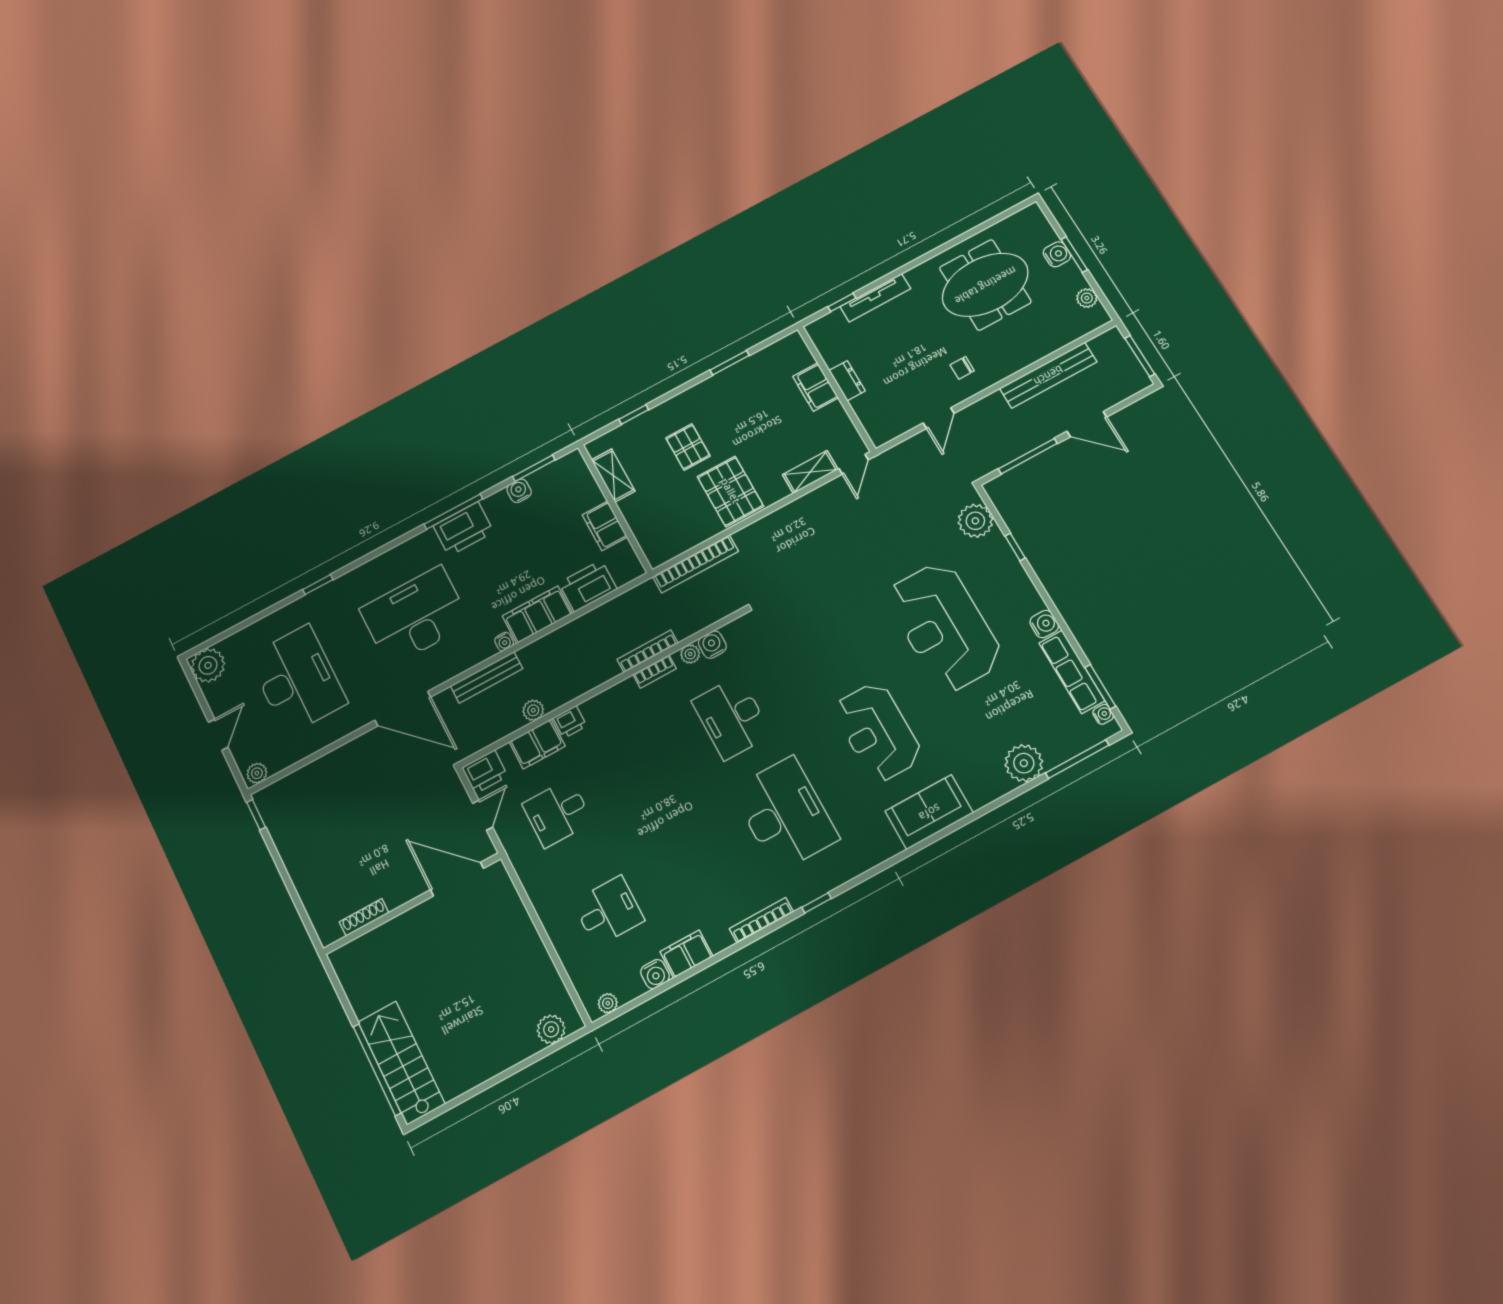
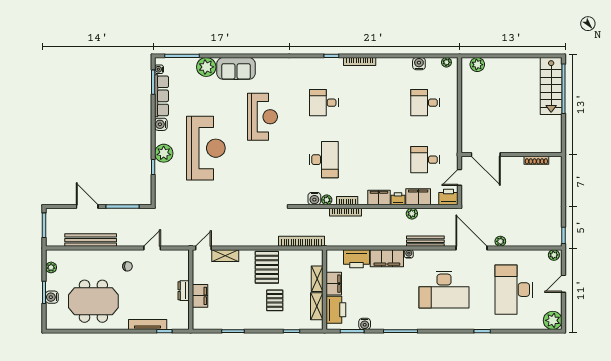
shelving: (637, 519) -> (317, 279), added
plant: (975, 521) -> (164, 153), moved
printer: (463, 529) -> (336, 310), moved, turned 90
plant: (359, 746) -> (500, 241), added
sofa: (929, 812) -> (236, 68), moved
desk: (557, 813) -> (425, 160), turned 180
desk: (785, 814) -> (324, 103), width x0.53, depth x0.77
filing cabinet: (686, 954) -> (379, 197), moved, turned 180

